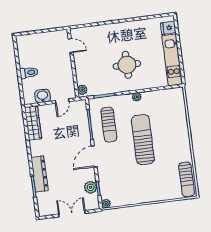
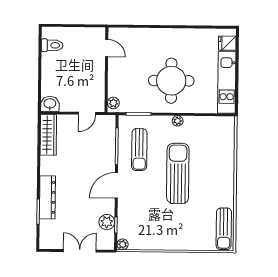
round table: (127, 65) -> (171, 81), width x1.36, depth x1.36
toilet: (29, 73) -> (52, 45), moved
washbasin: (43, 96) -> (50, 104), moved

